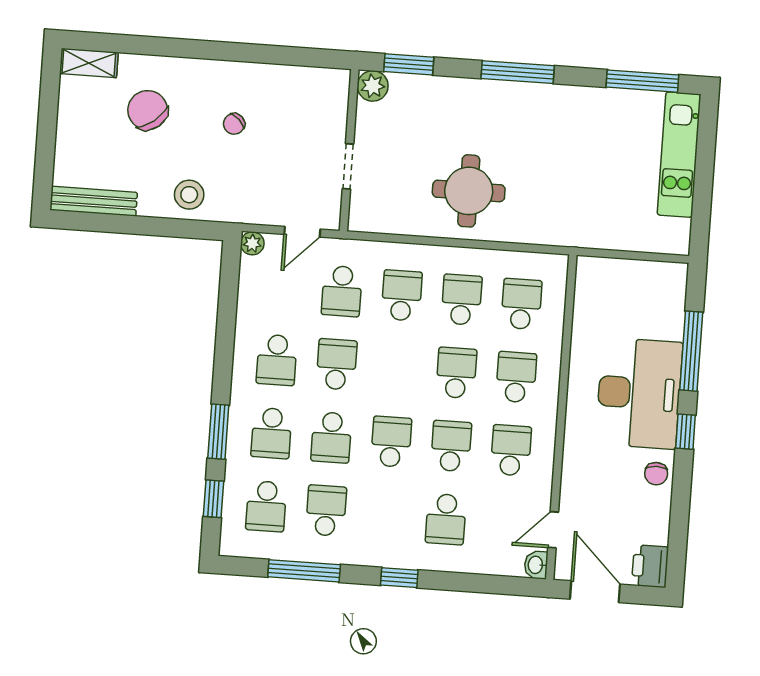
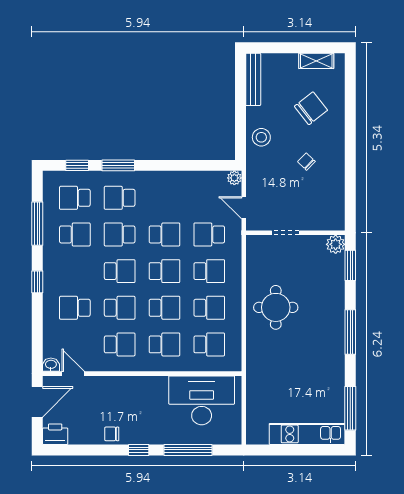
shelving: (89, 63) -> (316, 61), moved, turned 90
school desk: (277, 360) -> (164, 271), moved, turned 180
desk: (639, 393) -> (202, 400), moved, turned 180

